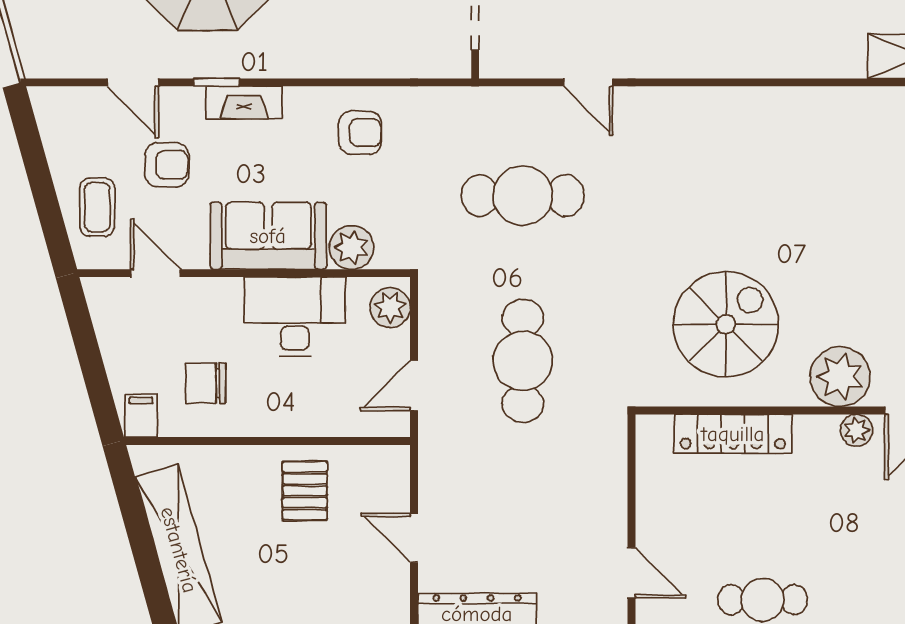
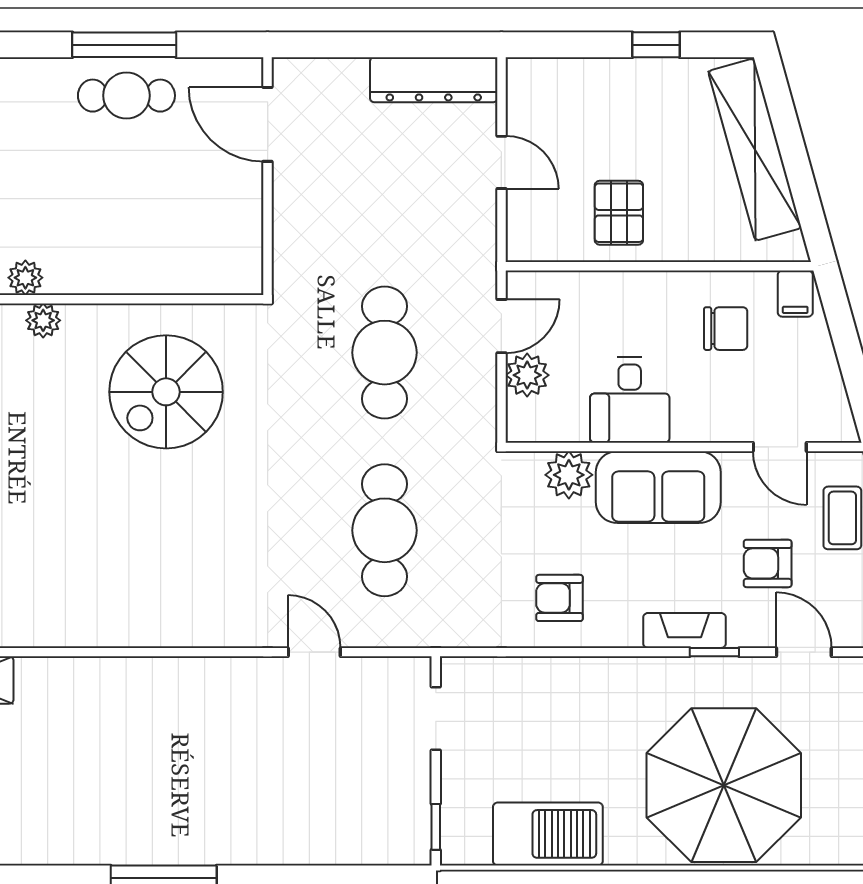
cafe table: (523, 196) -> (385, 530), turned 90
plant: (390, 307) -> (527, 375), moved
desk: (295, 317) -> (630, 400), width x0.73
plant: (840, 377) -> (43, 320), width x0.53, depth x0.53
locker: (733, 434) -> (158, 274), removed
door: (631, 573) -> (268, 124), width x1.38

